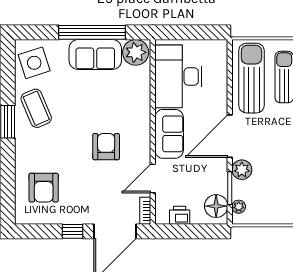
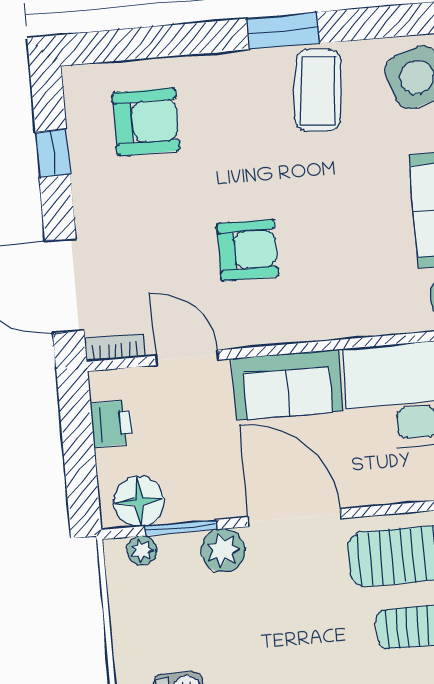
coffee table: (36, 108) -> (318, 90), turned -61
armchair: (44, 188) -> (146, 122), turned 180
window: (72, 231) -> (53, 153), moved

